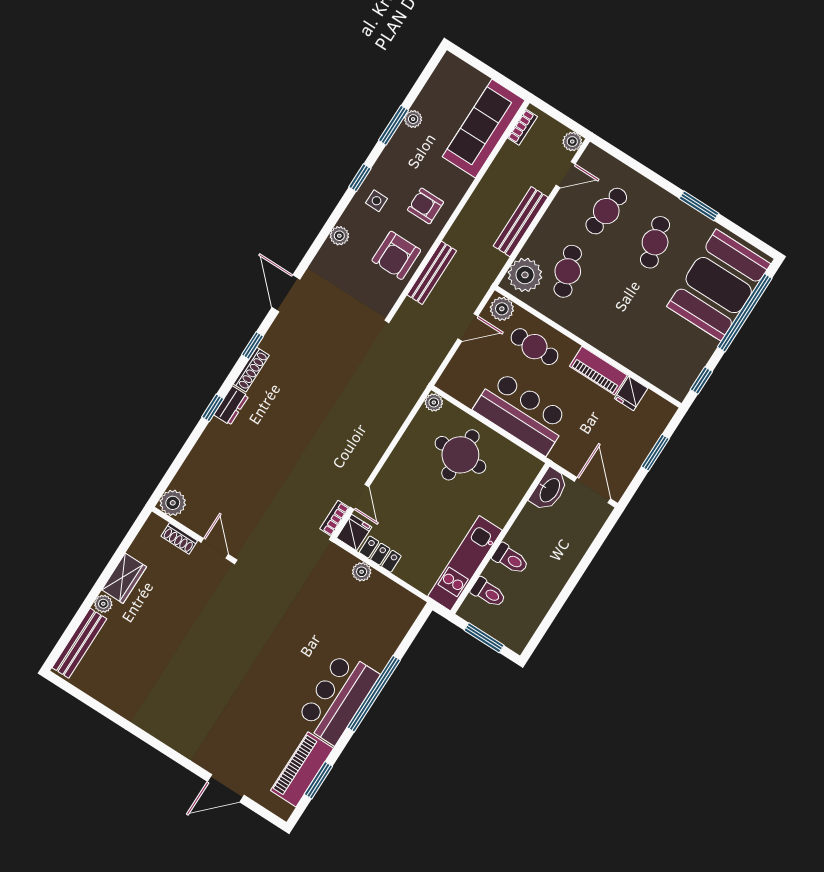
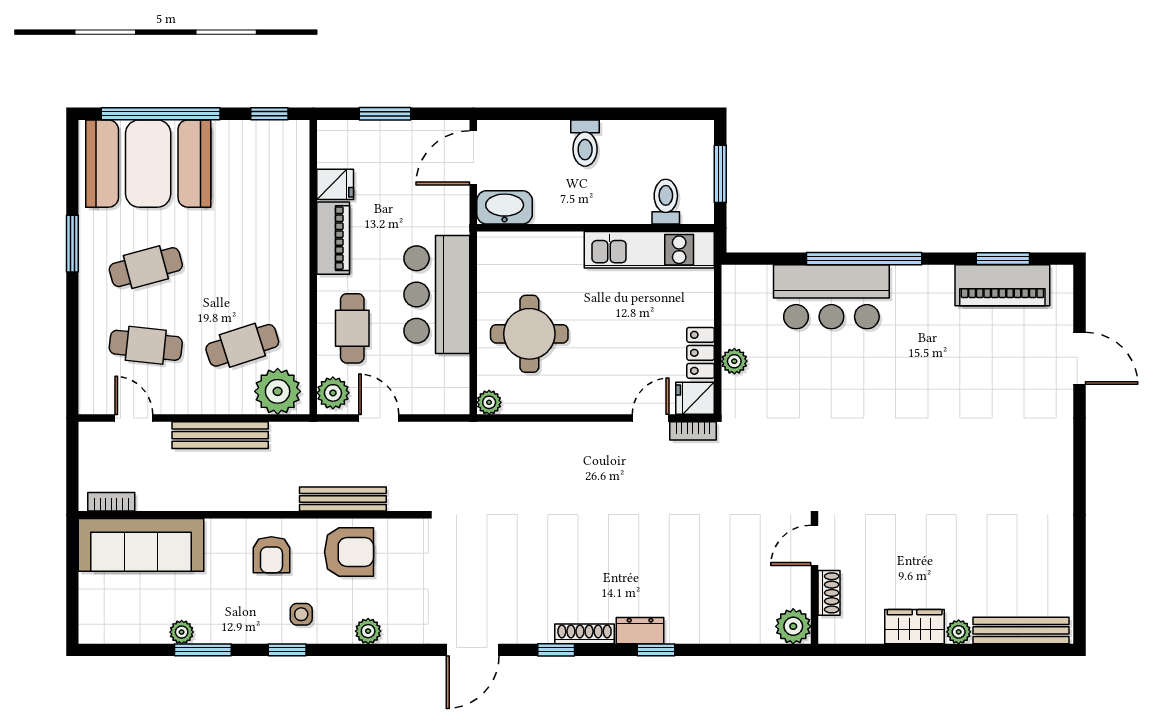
plant: (572, 142) -> (91, 435), removed
toilet: (511, 559) -> (585, 143), moved, turned 180
bar counter: (338, 698) -> (831, 297), moved

